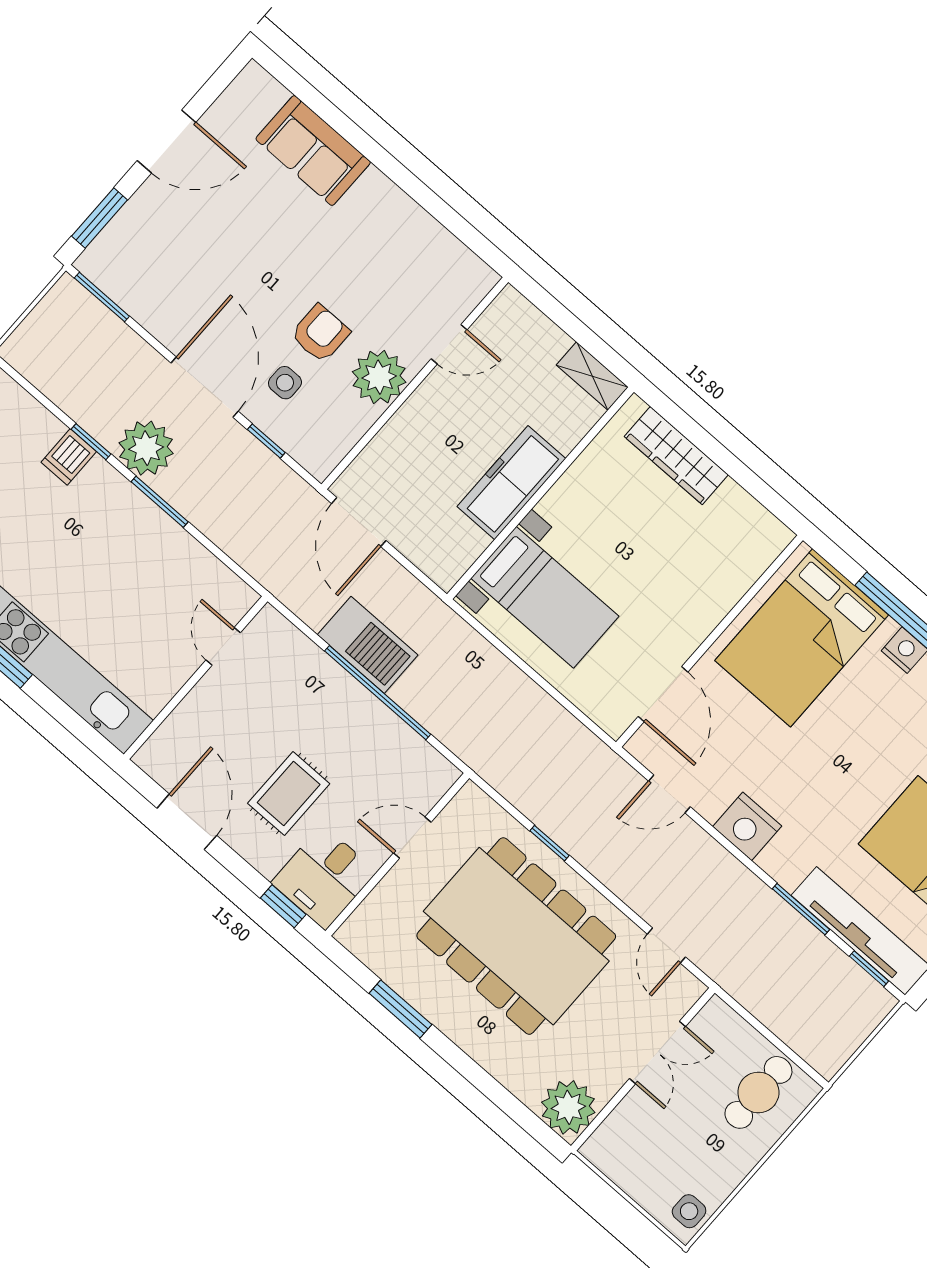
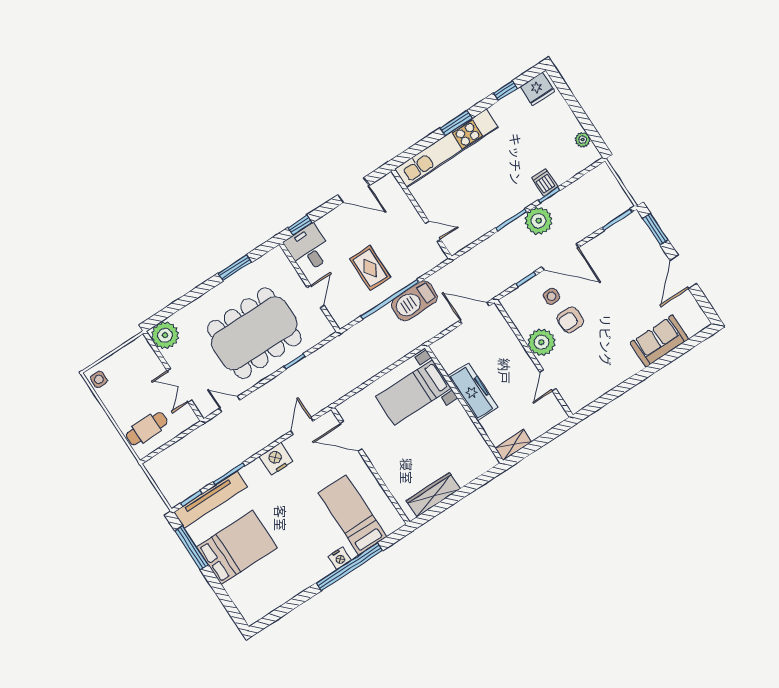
armchair: (320, 333) -> (570, 320), turned 90
wardrobe: (676, 456) -> (433, 495), moved
bed: (802, 638) -> (352, 515), width x0.67
rug: (289, 793) -> (370, 268), moved
cafe table: (758, 1092) -> (147, 429), turned 90

